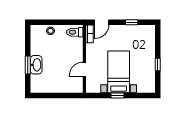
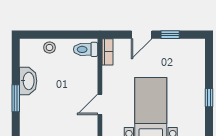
door: (102, 22) -> (142, 35), moved
washbasin: (36, 65) -> (28, 81), moved

